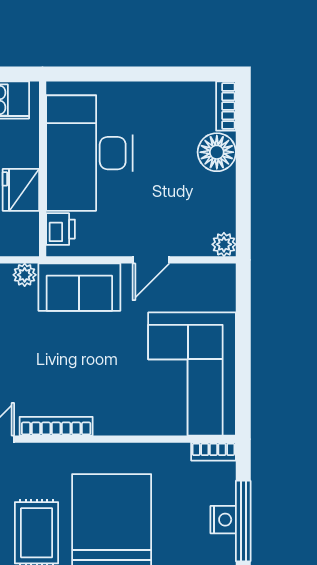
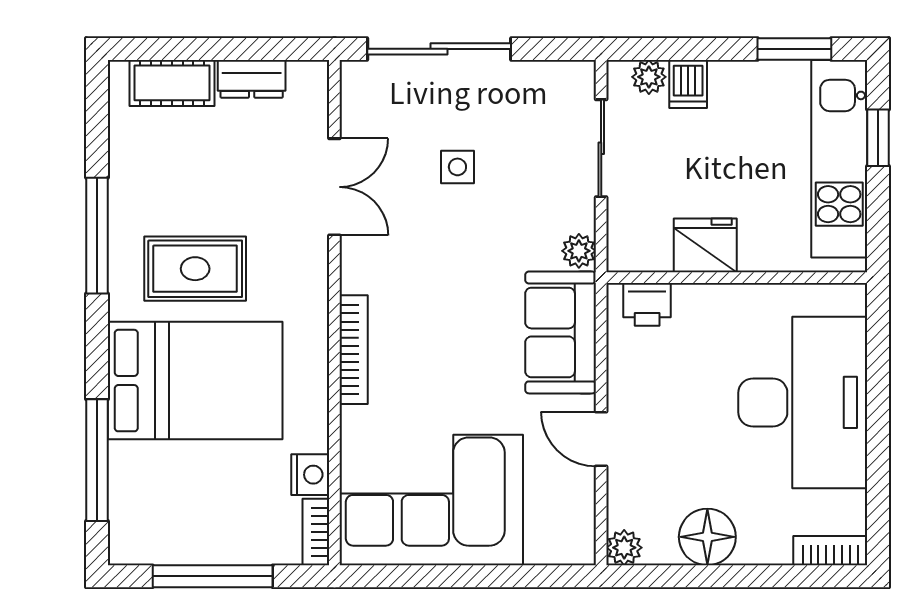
floor lamp: (217, 152) -> (707, 537), moved
desk: (89, 153) -> (803, 402), moved, turned 90
bookcase: (56, 426) -> (354, 350), moved
nightstand: (223, 520) -> (310, 475), moved, turned -90

